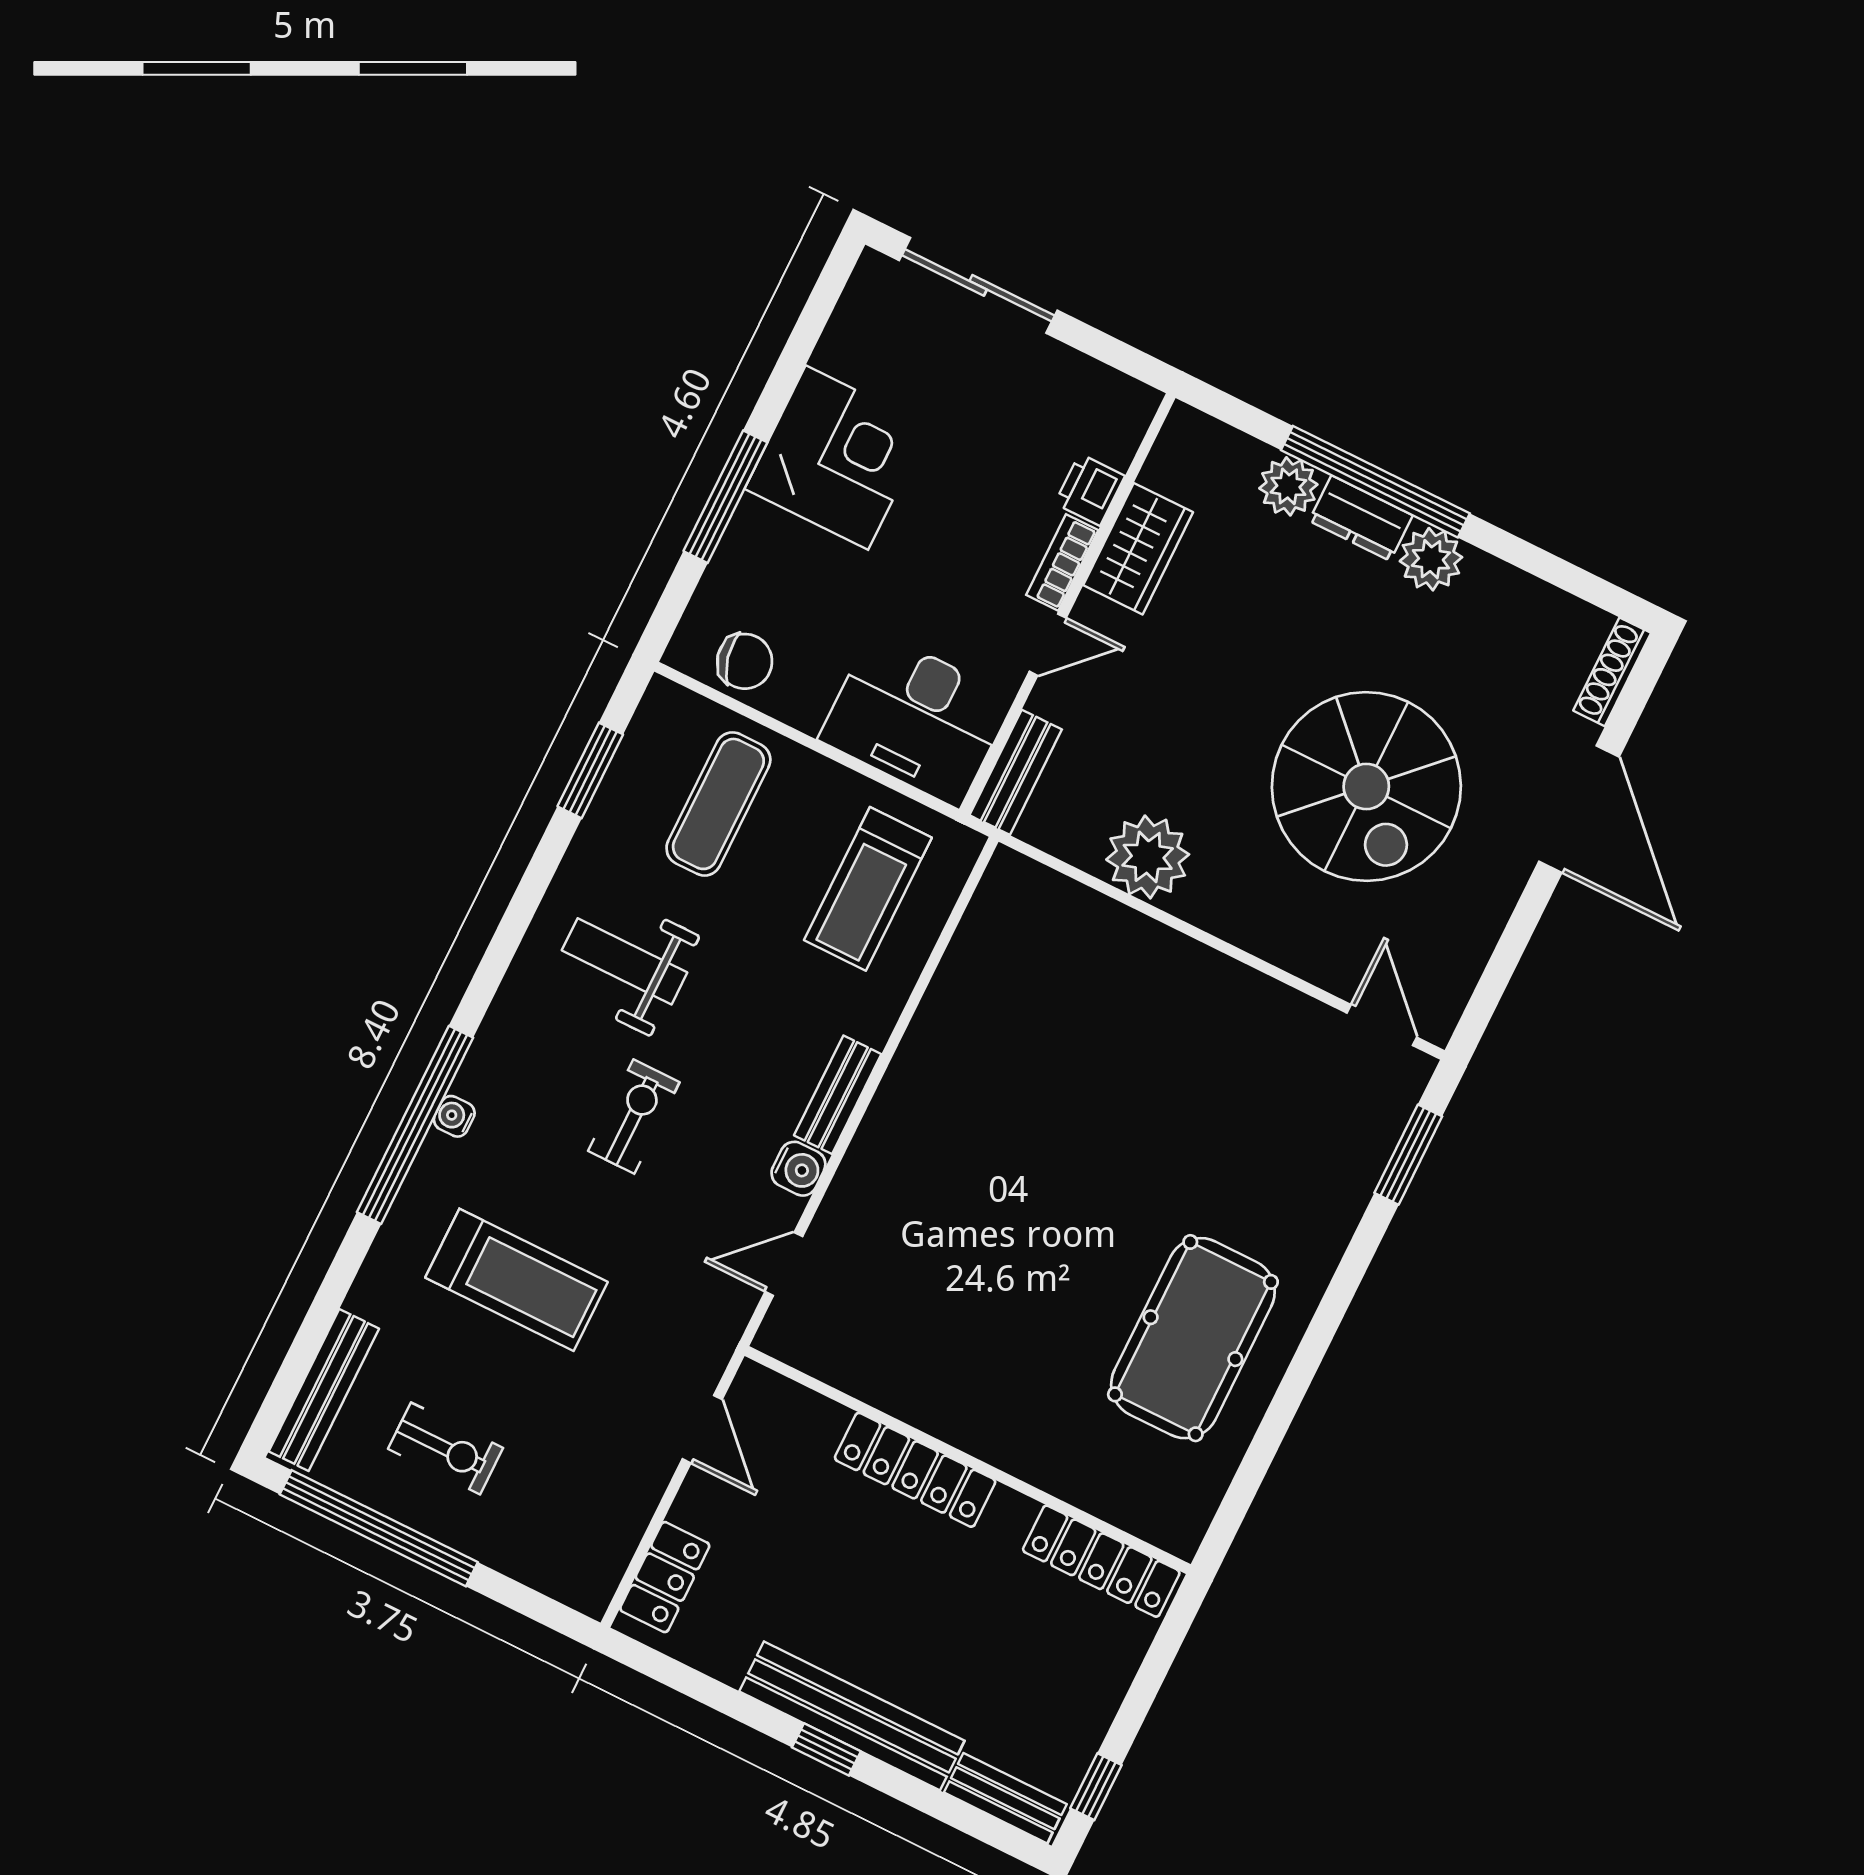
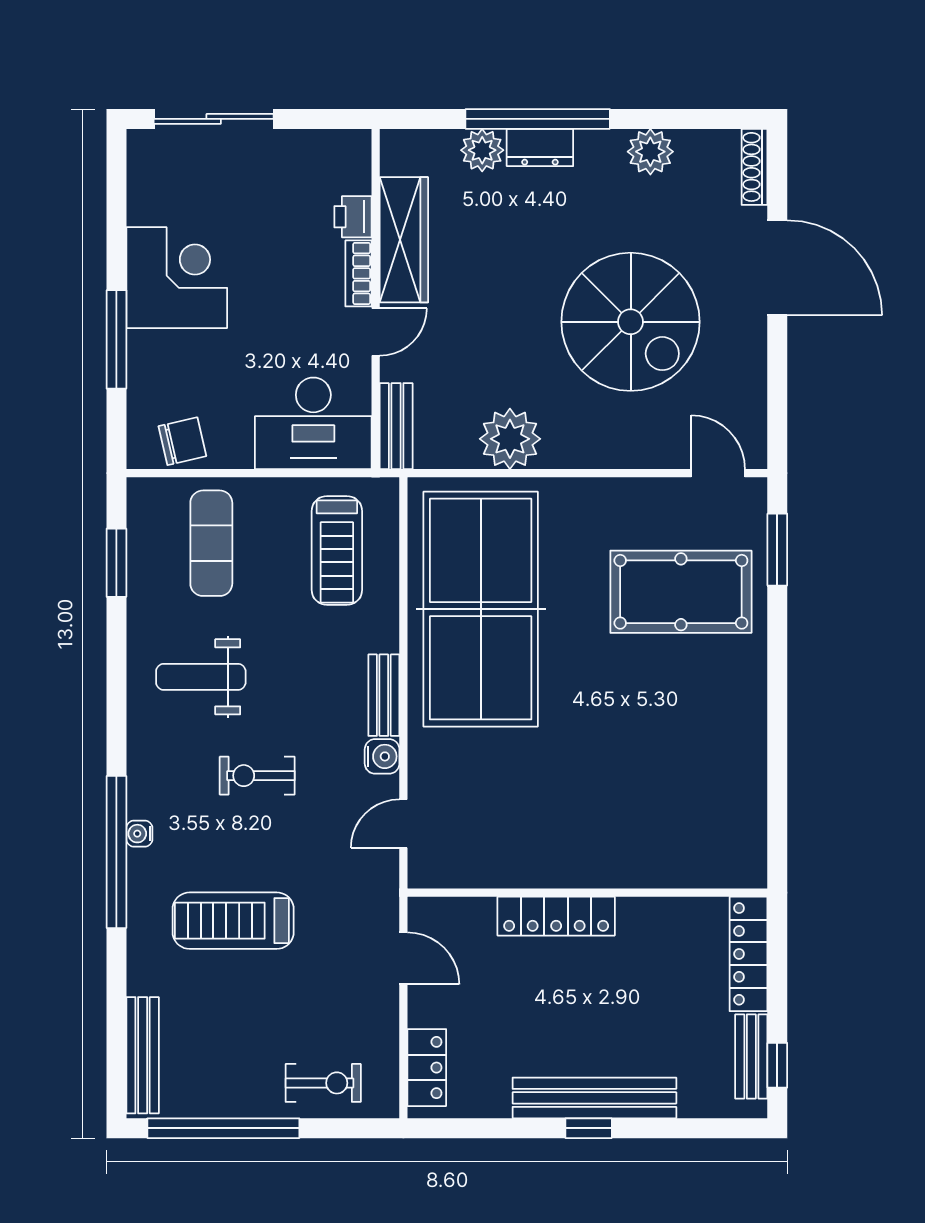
wardrobe: (1138, 549) -> (404, 240), width x1.50
plant: (1431, 559) -> (650, 152), moved
table tennis table: (1009, 1048) -> (481, 609), added
exercise bike: (634, 1117) -> (257, 776), turned -90
treadmill: (516, 1280) -> (233, 921), turned 180
pool table: (1193, 1338) -> (681, 592), moved, turned 90
exercise bike: (446, 1448) -> (323, 1083), moved
locker: (1101, 1561) -> (748, 954), moved, turned 90
bench: (1005, 1798) -> (751, 1057), moved, turned 90

